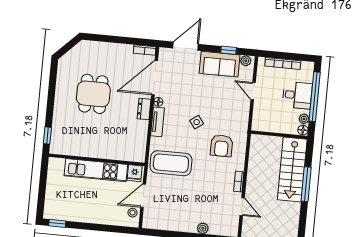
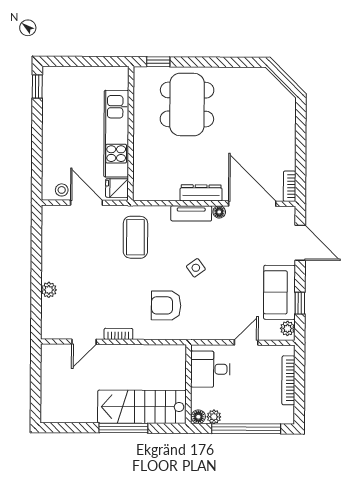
dining table: (93, 94) -> (187, 104), moved, width x1.38
desk: (297, 95) -> (210, 369), moved, turned 90
dresser: (144, 109) -> (201, 193), width x1.44
coffee table: (171, 163) -> (135, 237), width x0.73, depth x0.76

